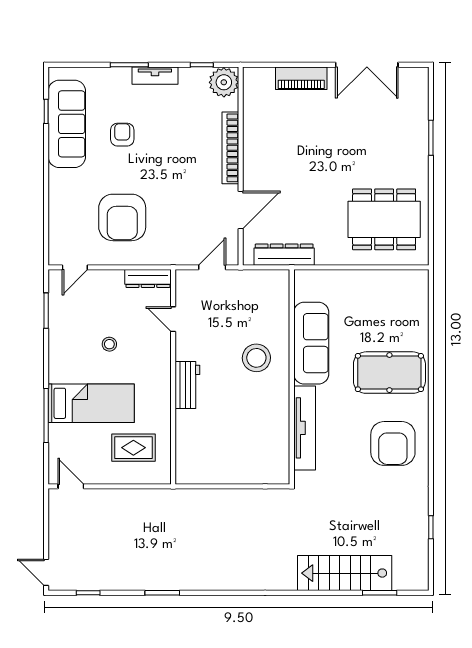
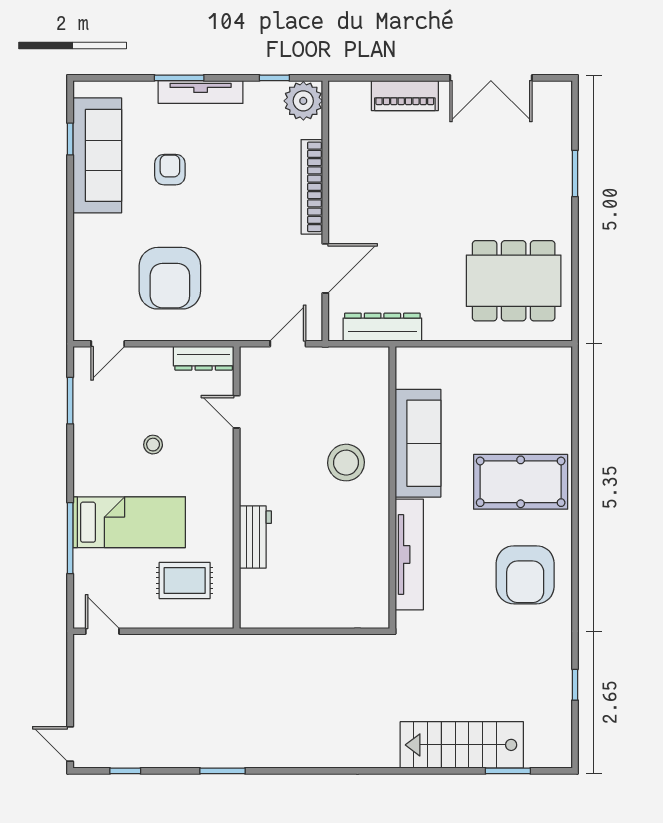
tv unit: (155, 76) -> (201, 92), width x1.41
workbench: (187, 385) -> (255, 537), moved

